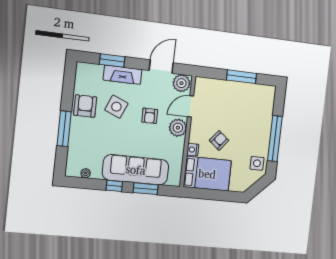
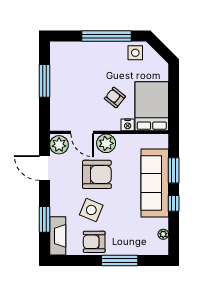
fireplace: (123, 75) -> (58, 236), moved
armchair: (150, 116) -> (97, 174), width x1.88, depth x1.88

